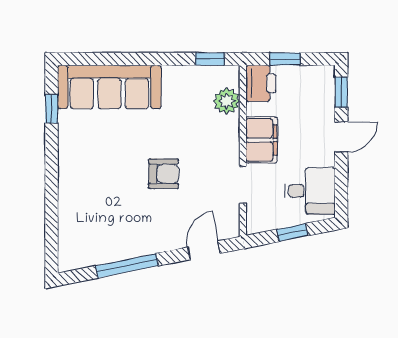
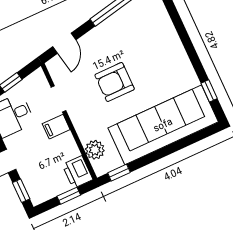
sofa: (109, 87) -> (163, 125), width x1.36, depth x1.27
filing cabinet: (261, 140) -> (56, 127), width x0.50
armchair: (164, 174) -> (115, 82), width x1.38, depth x1.38

